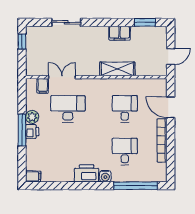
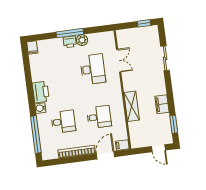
door: (171, 57) -> (158, 148), moved
filing cabinet: (43, 86) -> (122, 145), moved

